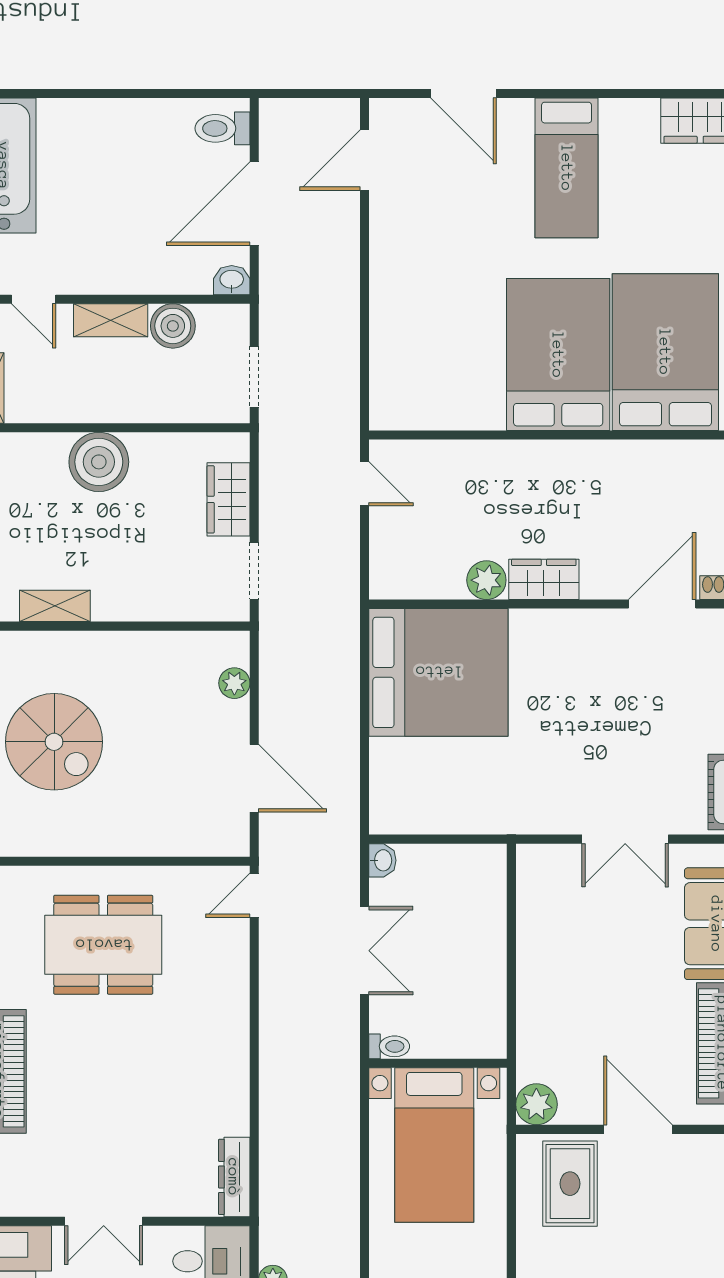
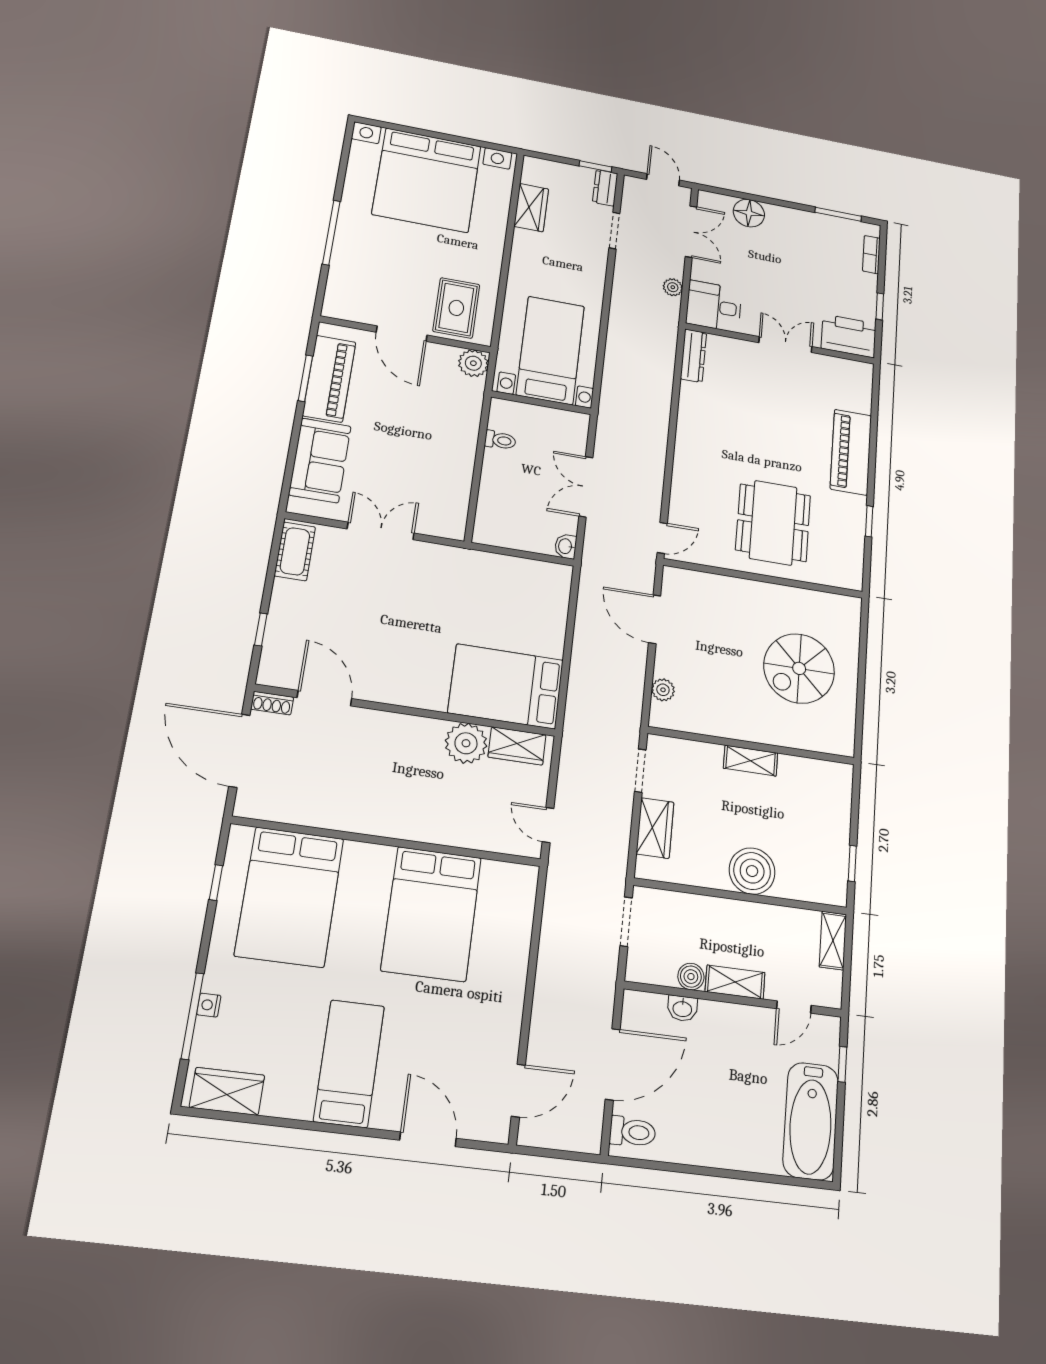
washbasin: (232, 280) -> (682, 1008), moved
door: (34, 299) -> (794, 1007), swing flipped
boiler: (173, 326) -> (691, 977), width x0.73, depth x0.73
bed: (558, 355) -> (431, 914), moved
wardrobe: (544, 579) -> (517, 746), moved
plant: (486, 580) -> (466, 743), width x1.36, depth x1.36
door: (662, 604) -> (324, 698), swing flipped
shelving: (55, 606) -> (751, 761), moved
bed: (438, 672) -> (506, 686), width x0.73
spiral stairs: (54, 742) -> (799, 668), turned -90
dining table: (103, 945) -> (773, 523), turned 90
toilet: (389, 1046) -> (500, 440), moved, turned 180

